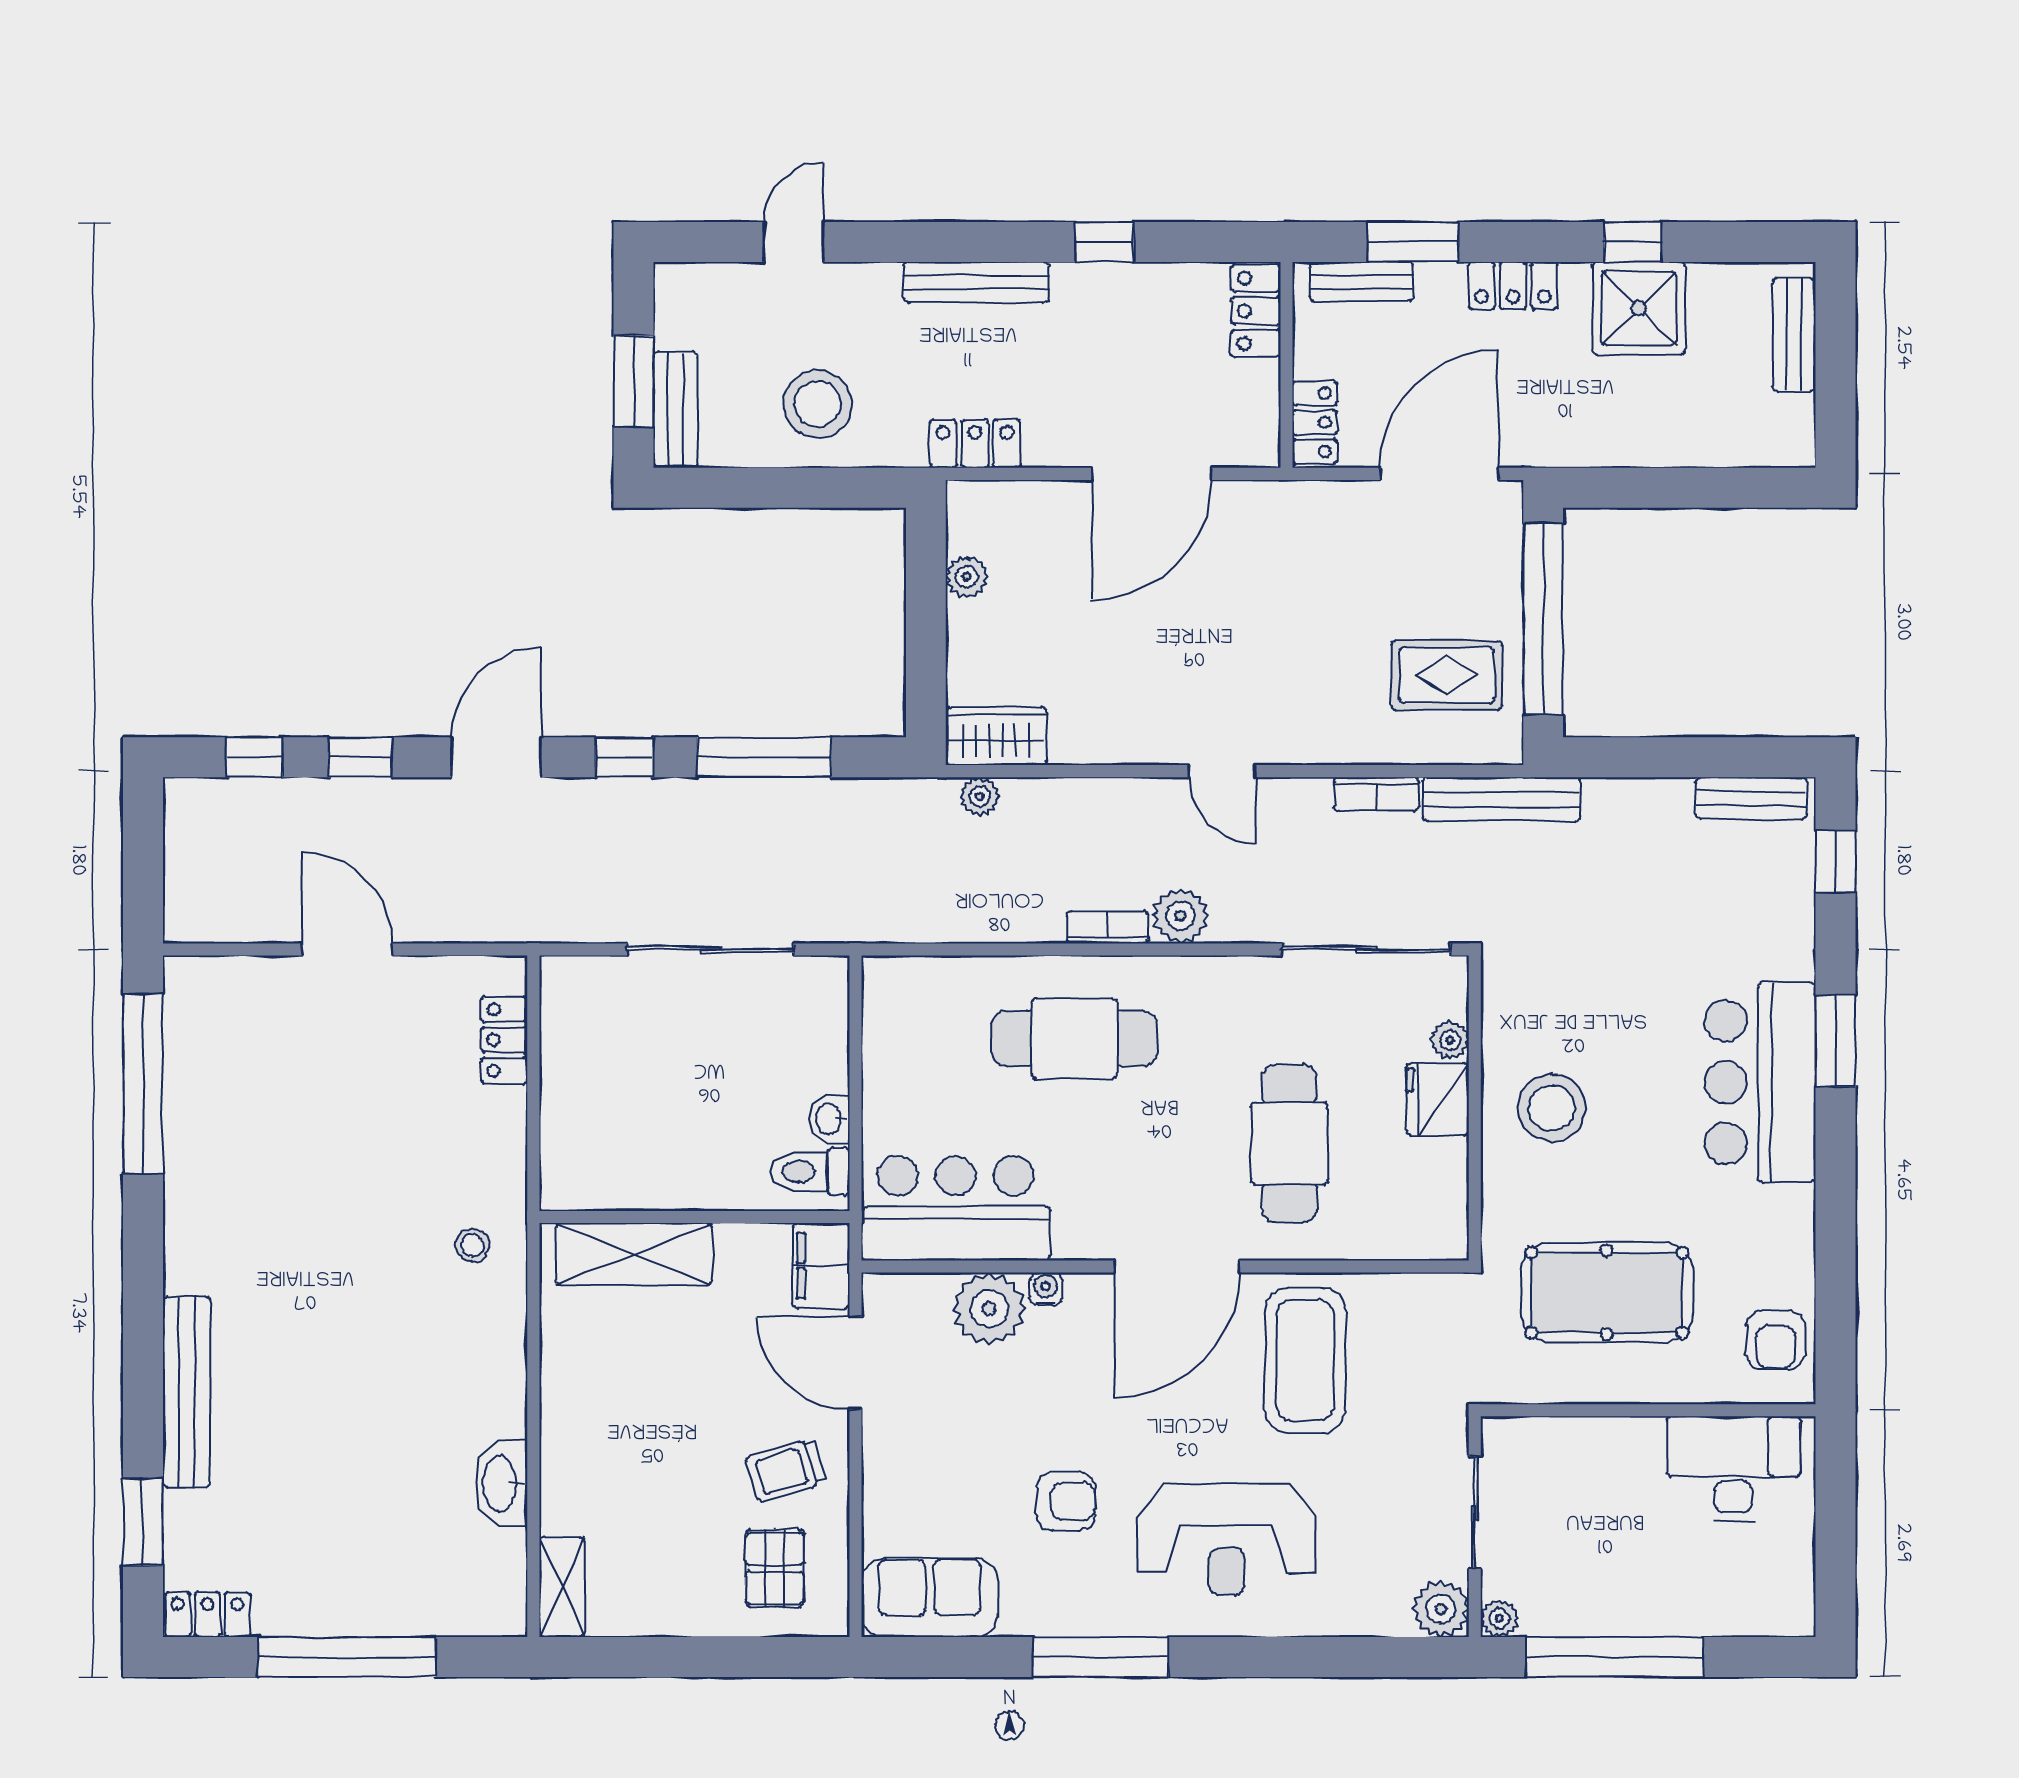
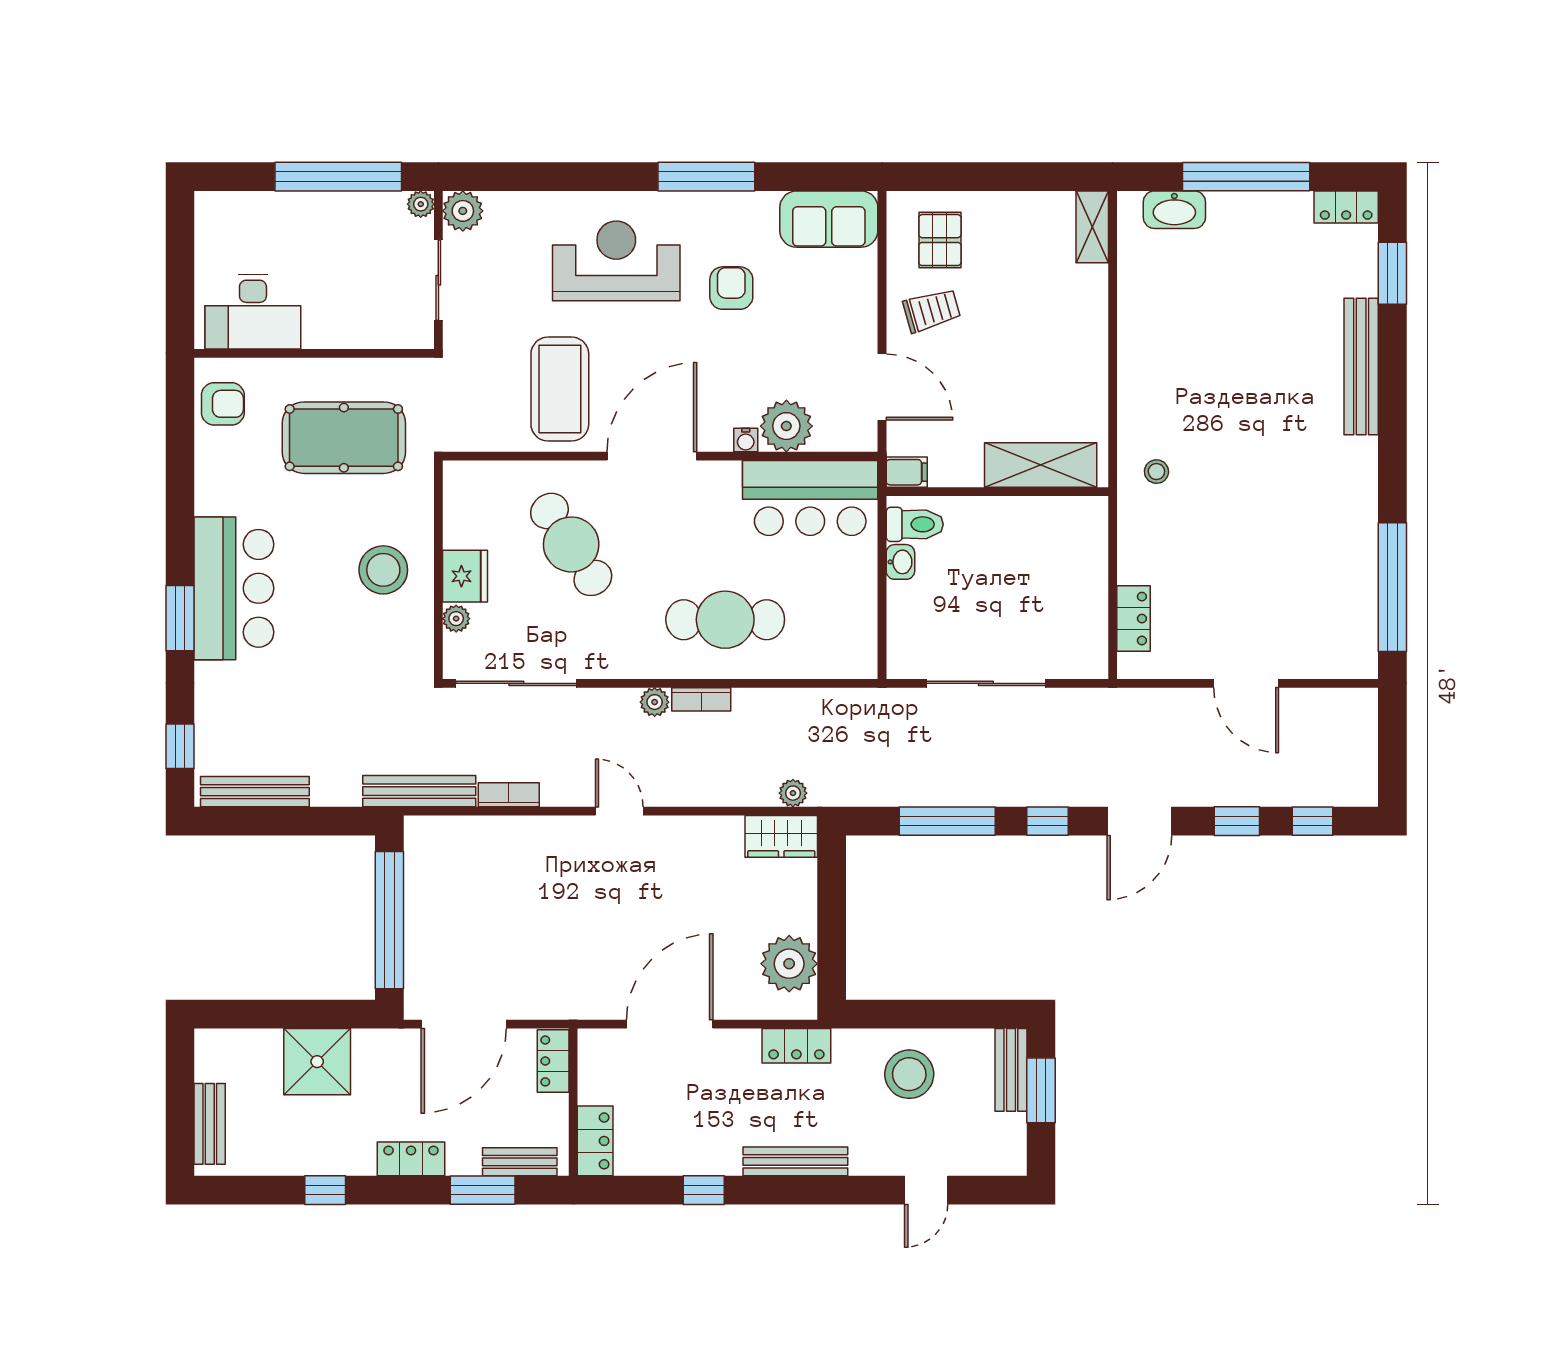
shower: (1639, 308) -> (317, 1062), moved
plant: (967, 577) -> (789, 964), width x1.88, depth x1.88
rug: (1447, 675) -> (458, 880), removed
bench: (1751, 798) -> (255, 792), width x1.36
plant: (1181, 916) -> (655, 702), width x0.73, depth x0.73
cafe table: (1289, 1143) -> (571, 544), turned -33
filing cabinet: (821, 1266) -> (907, 472), width x0.50
armchair: (1776, 1340) -> (223, 404), turned 90
washbasin: (501, 1484) -> (1174, 210), moved, turned 90
armchair: (1066, 1501) -> (731, 288), turned 90

